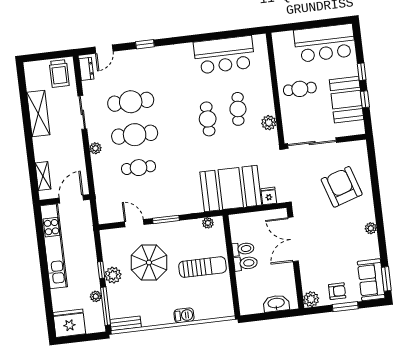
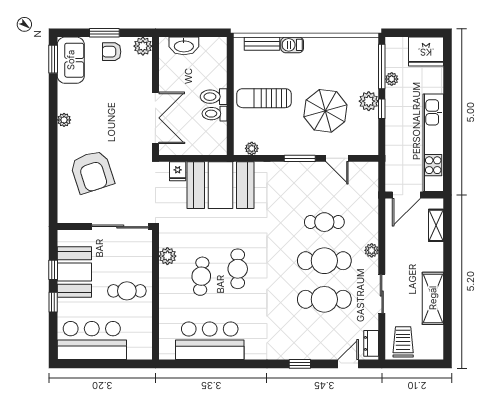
bench: (126, 323) -> (262, 44), moved

